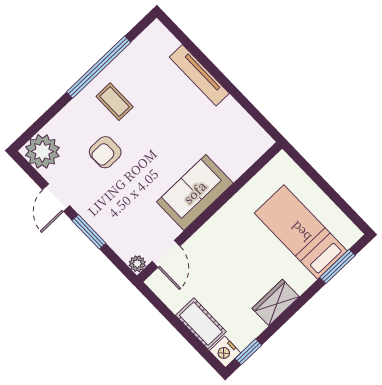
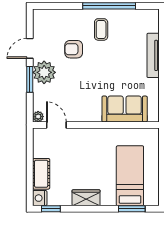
plant: (42, 151) -> (44, 72), moved
sofa: (195, 192) -> (125, 109), moved
door: (166, 254) -> (56, 125), swing flipped

